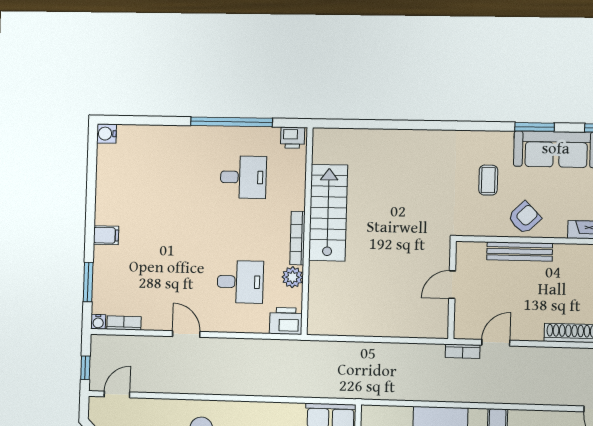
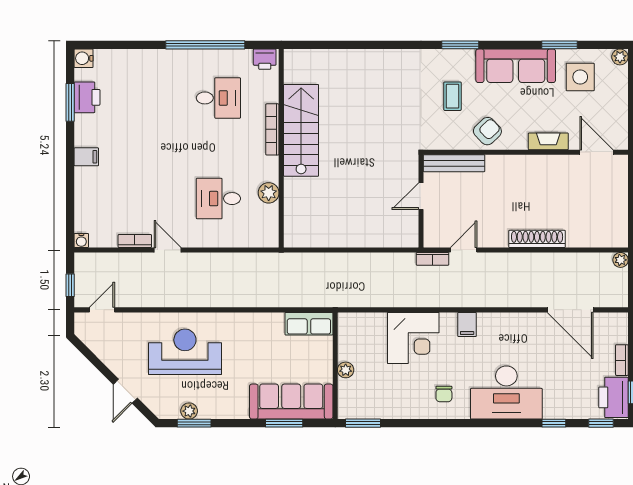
window: (535, 127) -> (460, 45), moved
bookcase: (298, 238) -> (272, 129), moved
bench: (520, 251) -> (454, 163), moved
window: (88, 282) -> (70, 102), moved
desk: (240, 282) -> (218, 199), turned 180
printer: (286, 321) -> (87, 97), moved, turned 90
bookcase: (124, 323) -> (135, 241), moved

